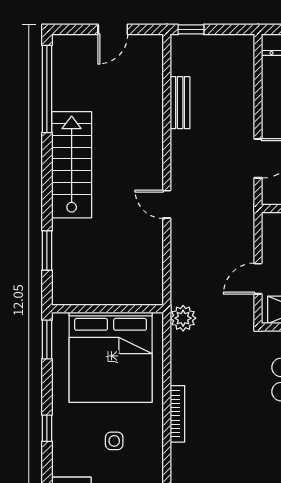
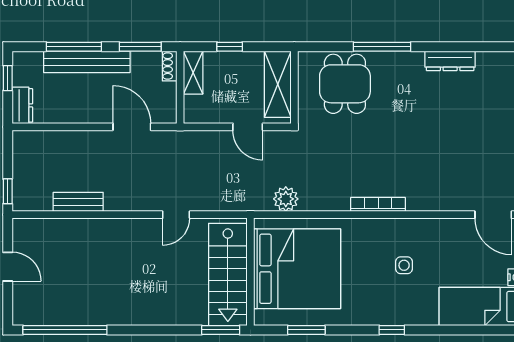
stairs: (72, 165) -> (228, 274), moved, turned -90
wall: (107, 309) -> (250, 272), moved
bed: (111, 357) -> (297, 269), moved

